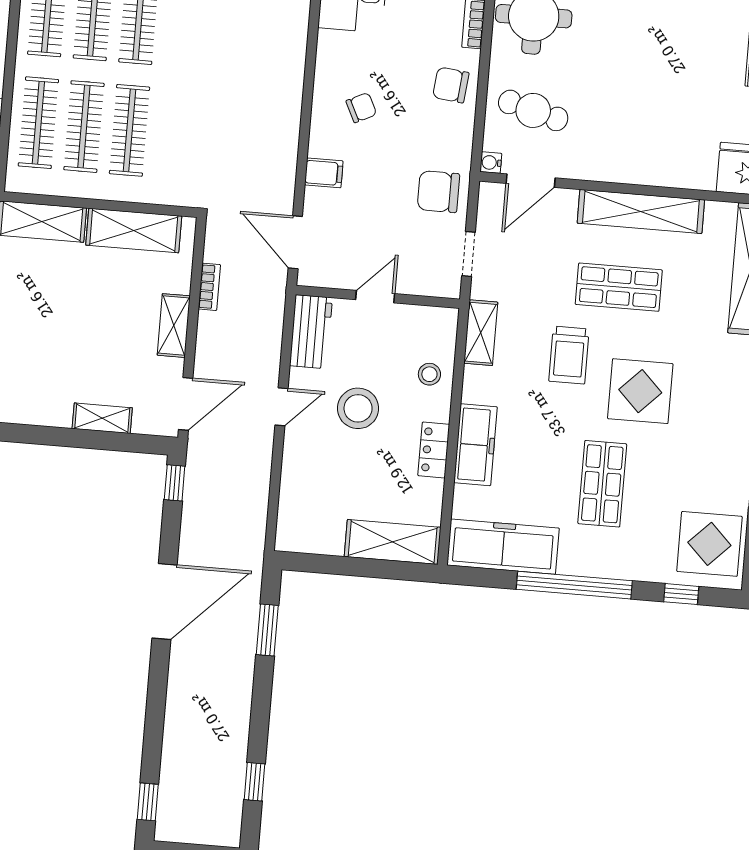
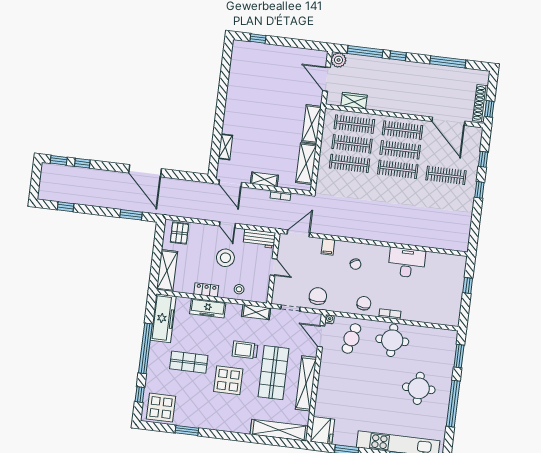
shop shelf: (619, 287) -> (274, 373), width x1.43, depth x1.36
window: (175, 483) -> (82, 163), moved
pallet: (305, 517) -> (179, 233), added

